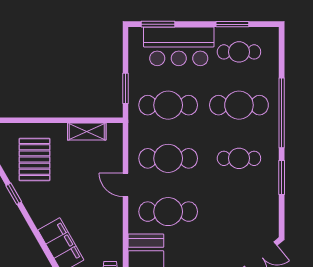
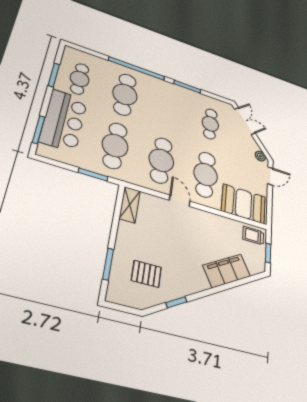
window: (34, 120) -> (108, 264), added
shelving: (87, 132) -> (130, 205), moved
cafe table: (239, 158) -> (210, 124), moved
pallet: (35, 160) -> (146, 274), width x0.67, depth x0.71
door: (125, 185) -> (180, 201), swing flipped

